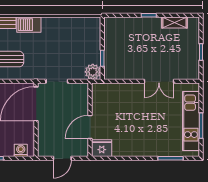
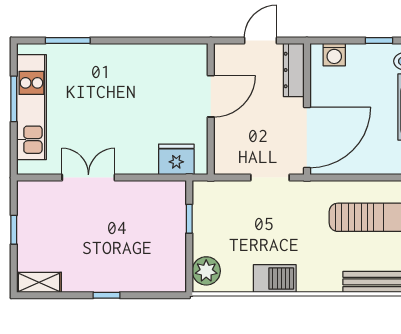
shelving: (175, 22) -> (39, 282), moved
barbecue: (29, 25) -> (275, 278), moved
plant: (93, 72) -> (206, 271), moved
dresser: (44, 142) -> (294, 70), added
fridge: (102, 148) -> (176, 159), moved, turned 180

